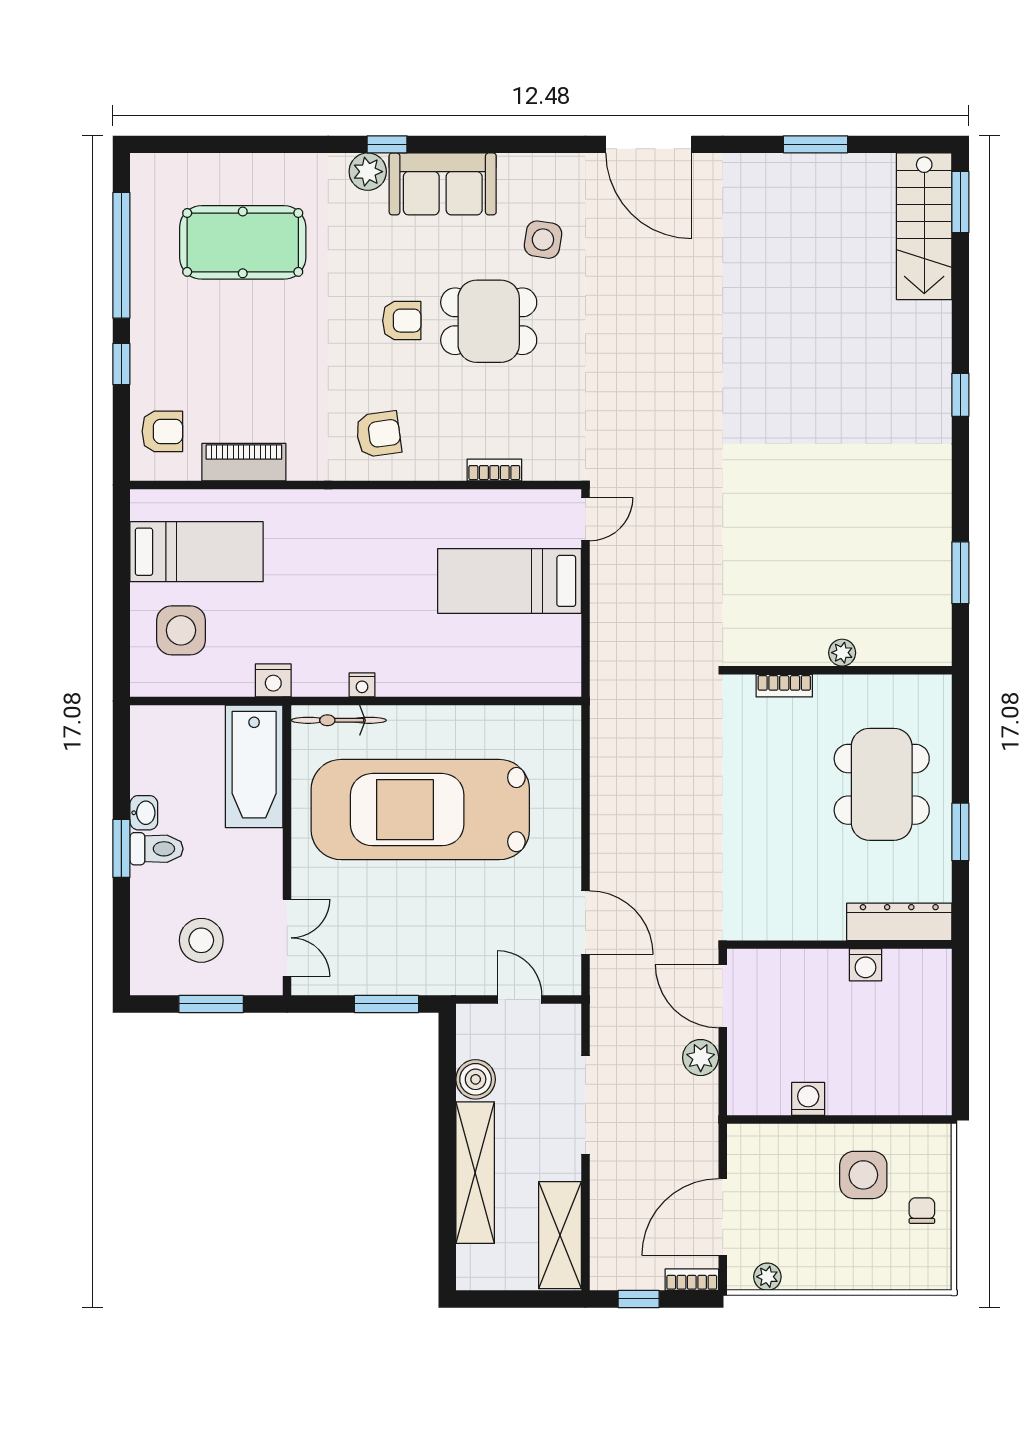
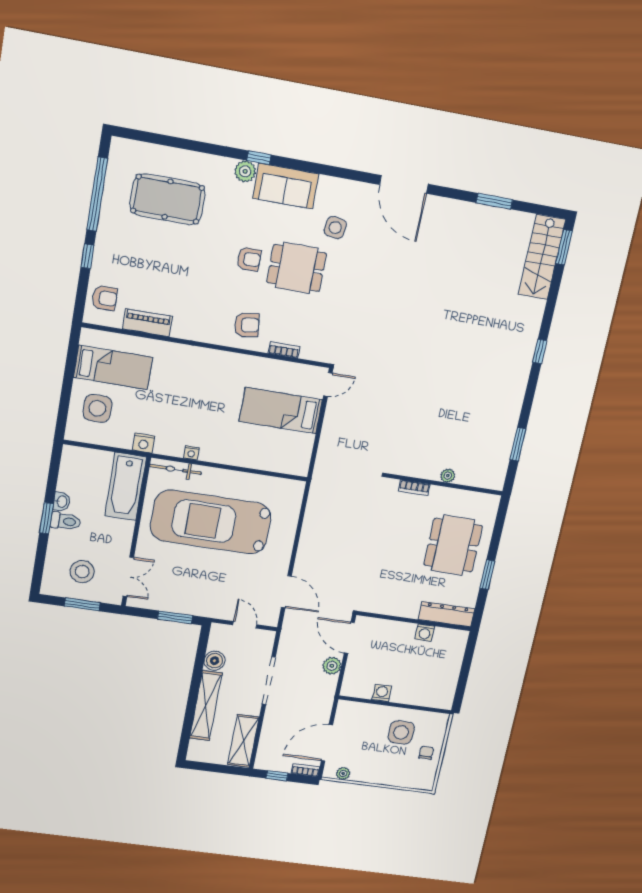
armchair: (378, 434) -> (247, 325), moved

